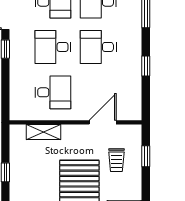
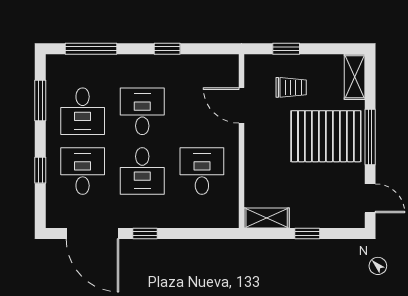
desk: (98, 47) -> (142, 111), turned 180
shelving: (43, 132) -> (267, 218), moved, turned 90

